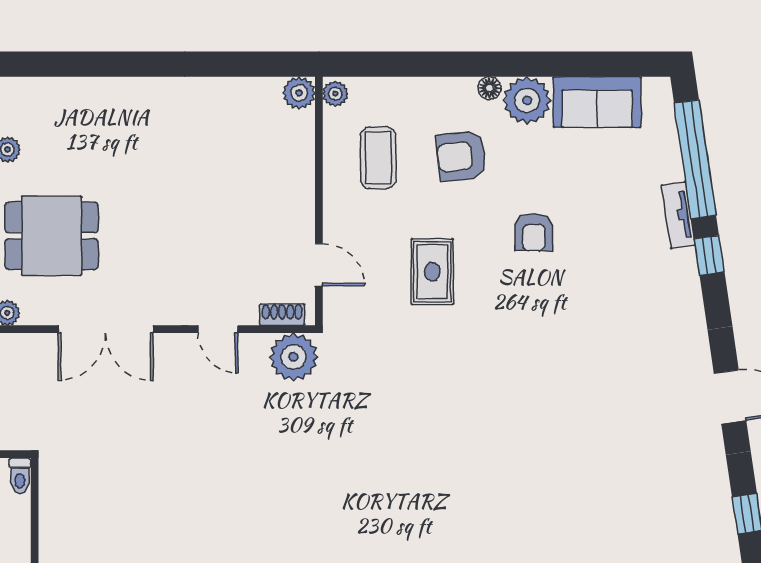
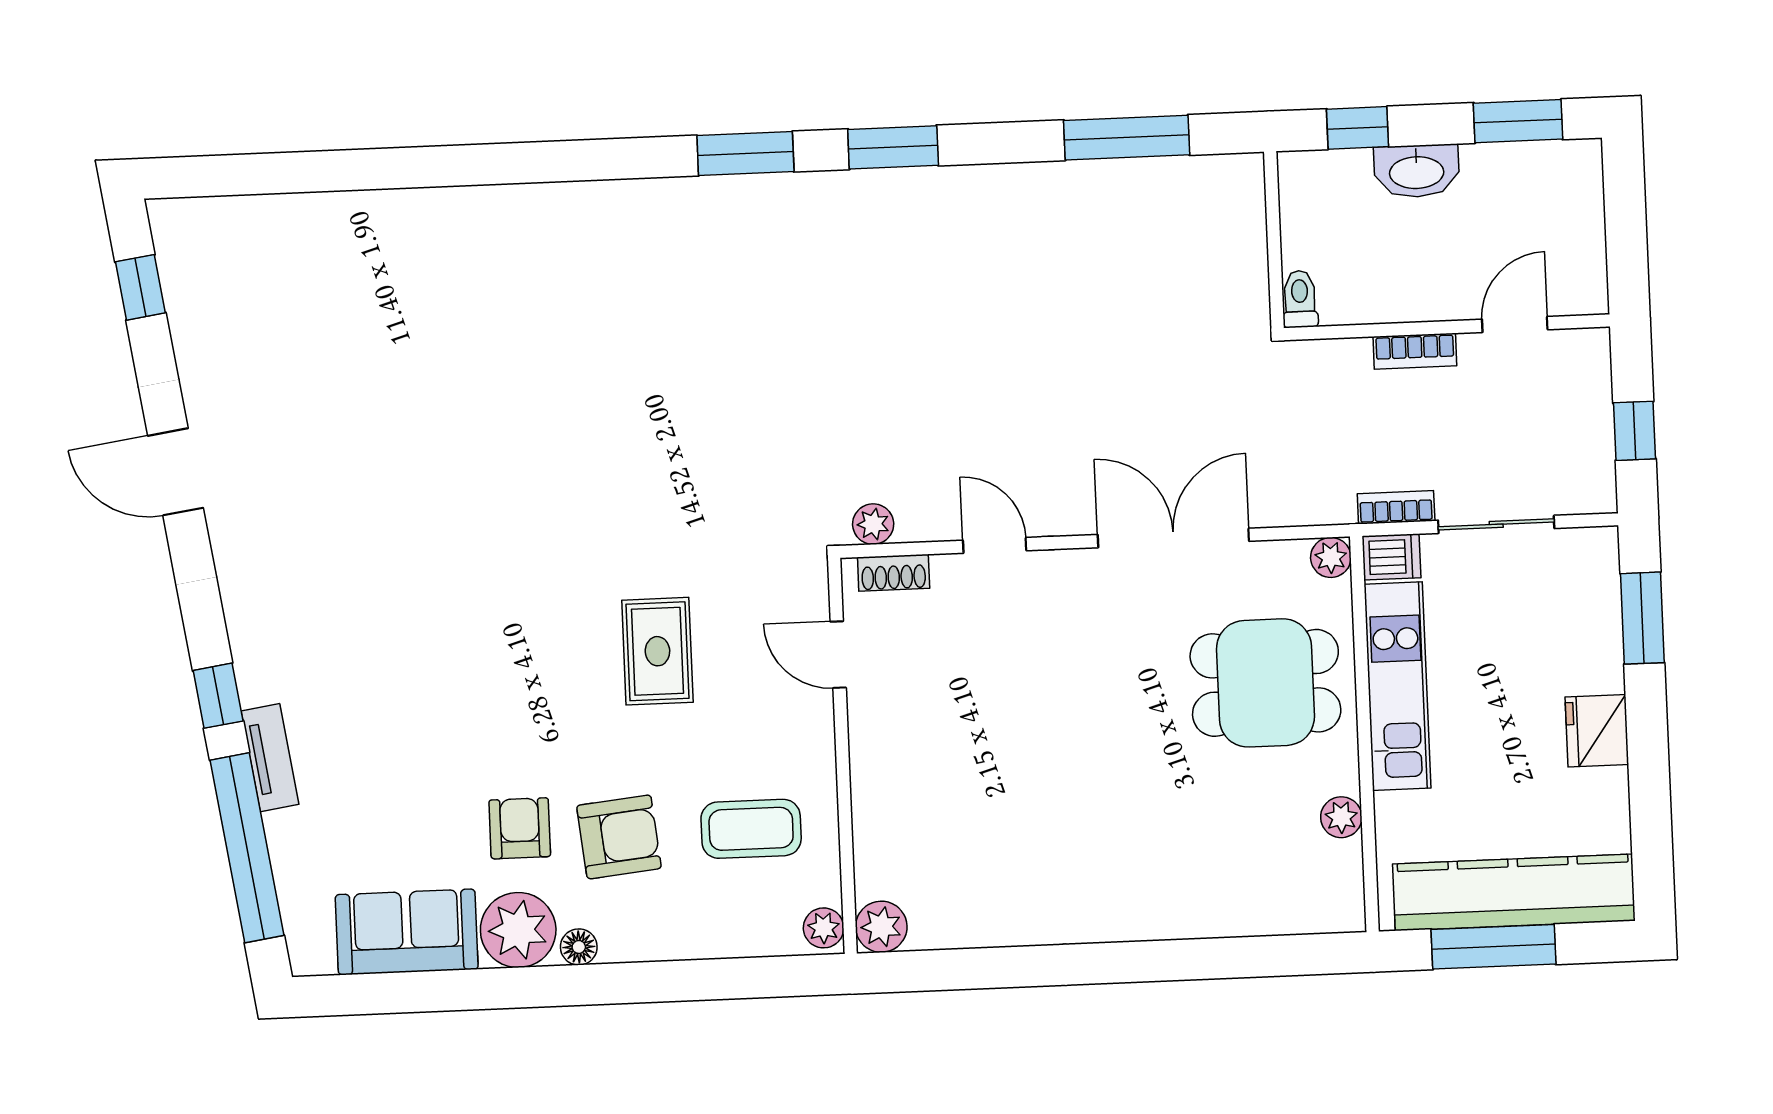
coffee table: (378, 158) -> (751, 829), turned 90
armchair: (534, 232) -> (520, 828), moved
plant: (294, 357) -> (873, 524), width x0.53, depth x0.53

